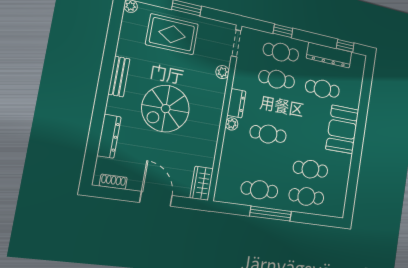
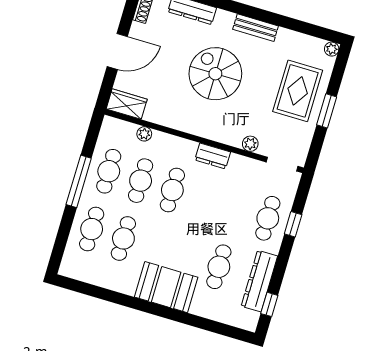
cafe table: (277, 79) -> (141, 181), moved
plant: (232, 124) -> (144, 134), moved

